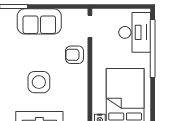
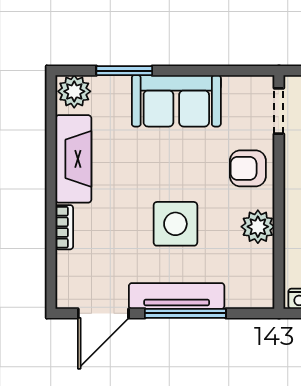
plant: (79, 84) -> (258, 227), added

